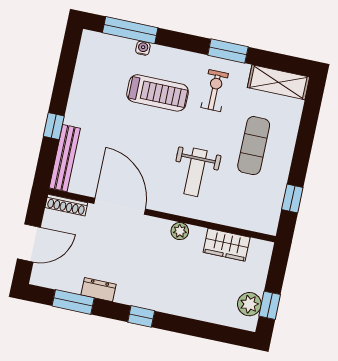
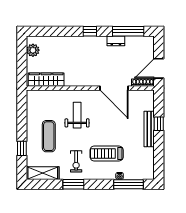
bench: (65, 158) -> (149, 129), moved
window: (292, 199) -> (22, 148), moved
plant: (180, 231) -> (79, 82), removed
door: (29, 243) -> (159, 68), moved
wardrobe: (227, 245) -> (46, 80), width x1.50
window: (73, 302) -> (128, 31), width x1.44
window: (270, 305) -> (22, 52), removed

